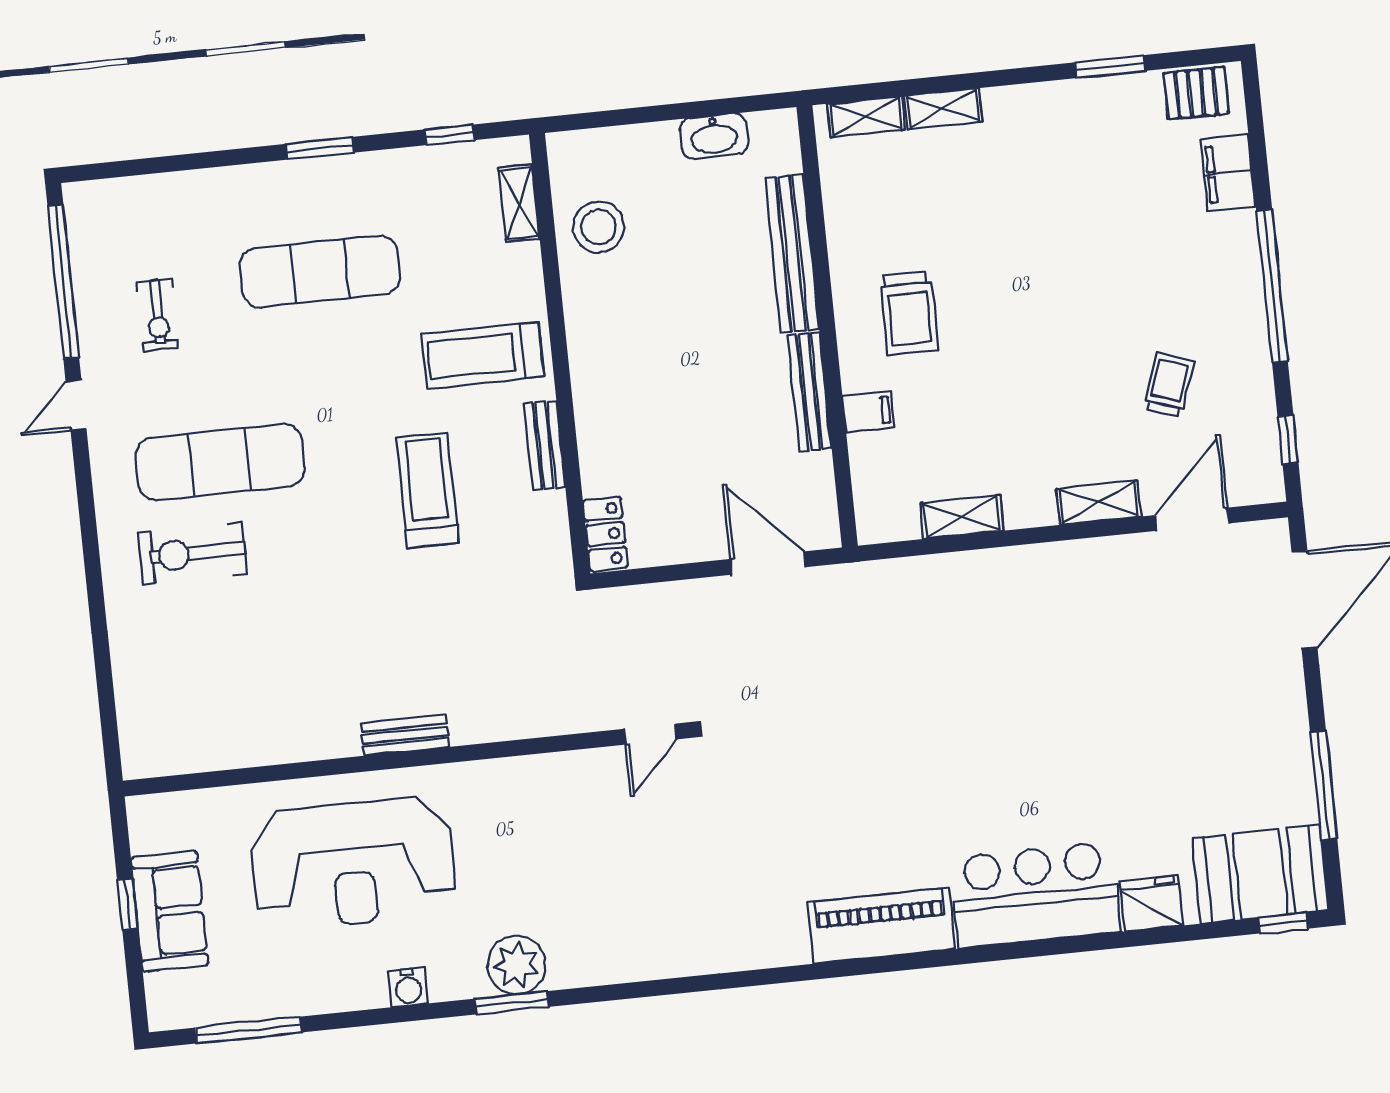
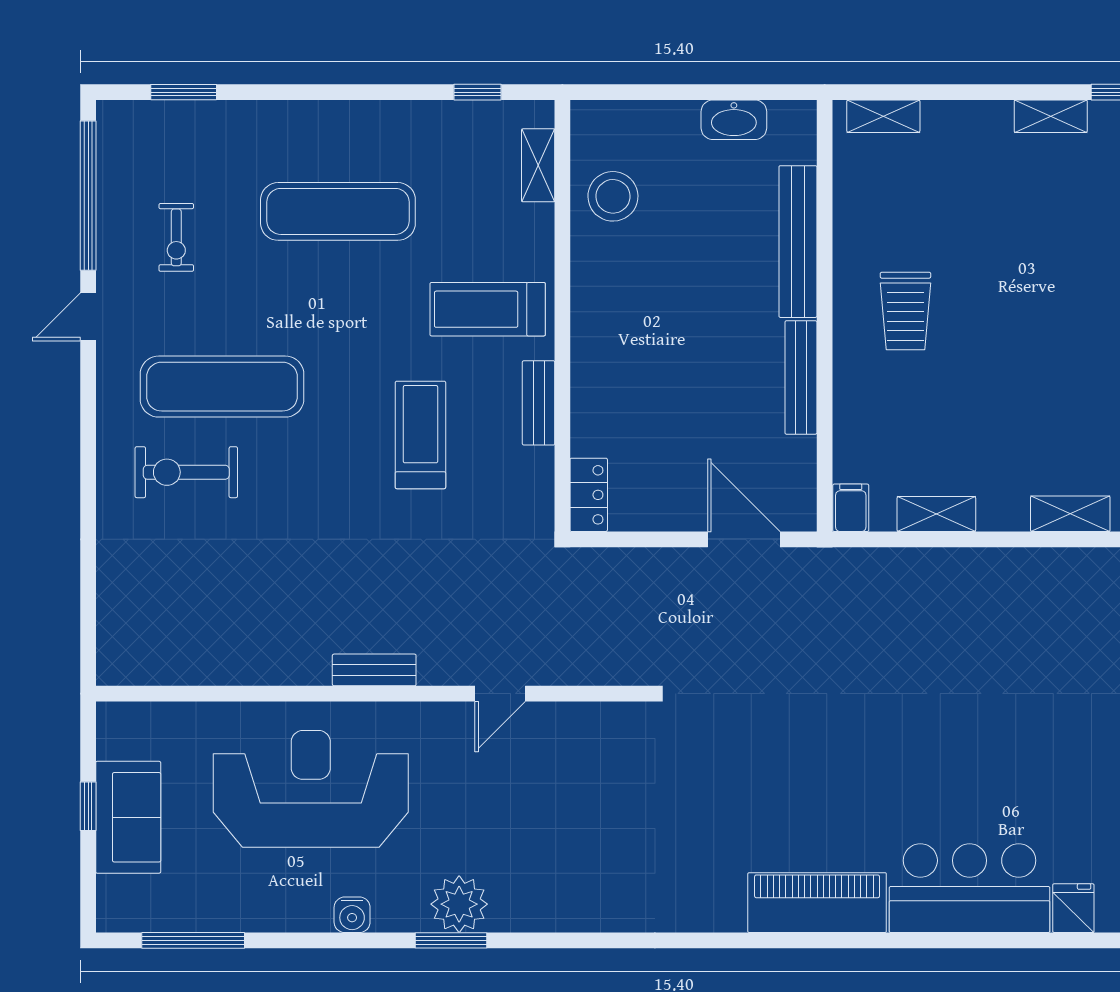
shelving: (943, 109) -> (1051, 116), moved
window: (320, 148) -> (184, 92), moved
filing cabinet: (868, 412) -> (851, 508), moved, turned -90
door: (650, 734) -> (500, 694), moved
reception desk: (353, 863) -> (311, 789), turned 180
fridge: (1151, 904) -> (1073, 908), width x0.72

